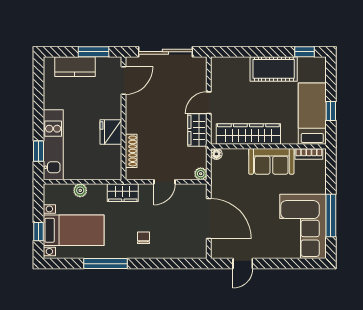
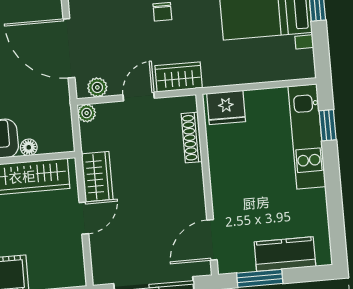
fridge: (111, 132) -> (226, 107), moved, turned 90
floor lamp: (216, 154) -> (29, 147), moved
plant: (80, 190) -> (97, 87), moved
wardrobe: (123, 193) -> (179, 77), moved

